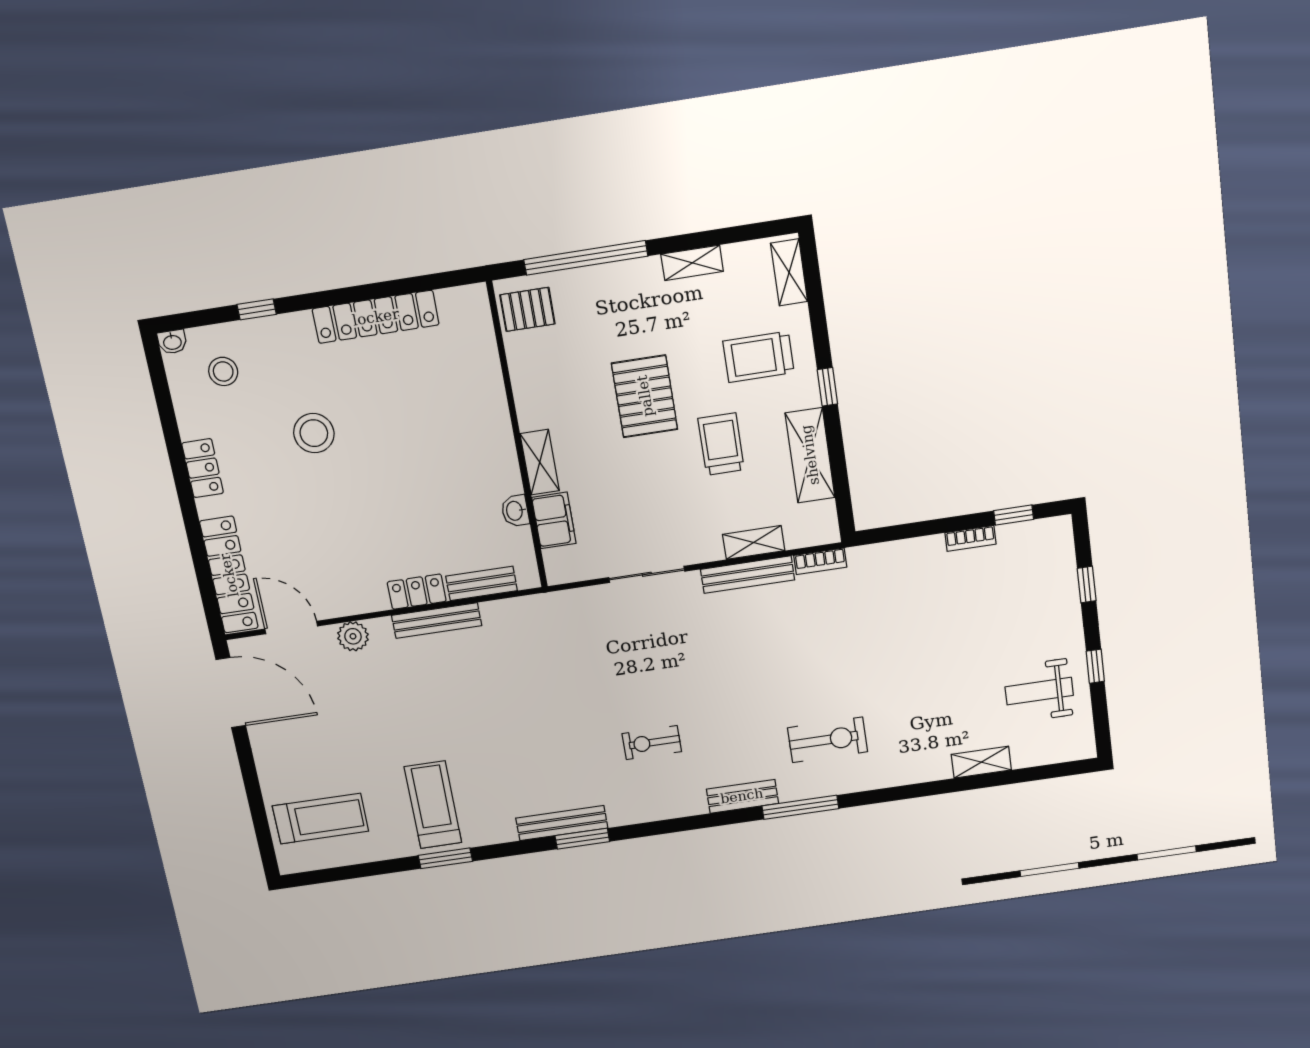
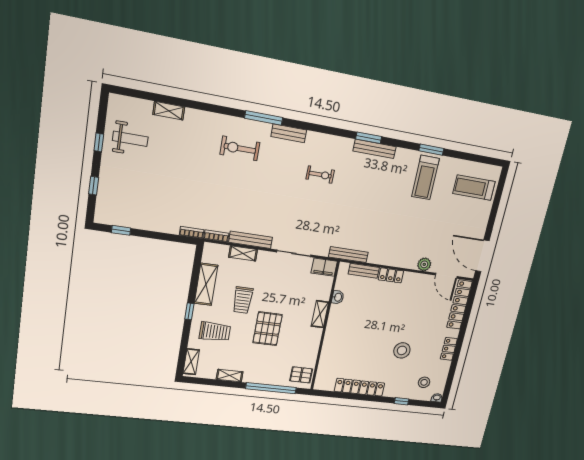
filing cabinet: (554, 520) -> (324, 267), moved, turned -90
bookcase: (970, 538) -> (192, 232), moved
bench: (437, 620) -> (348, 255), moved

